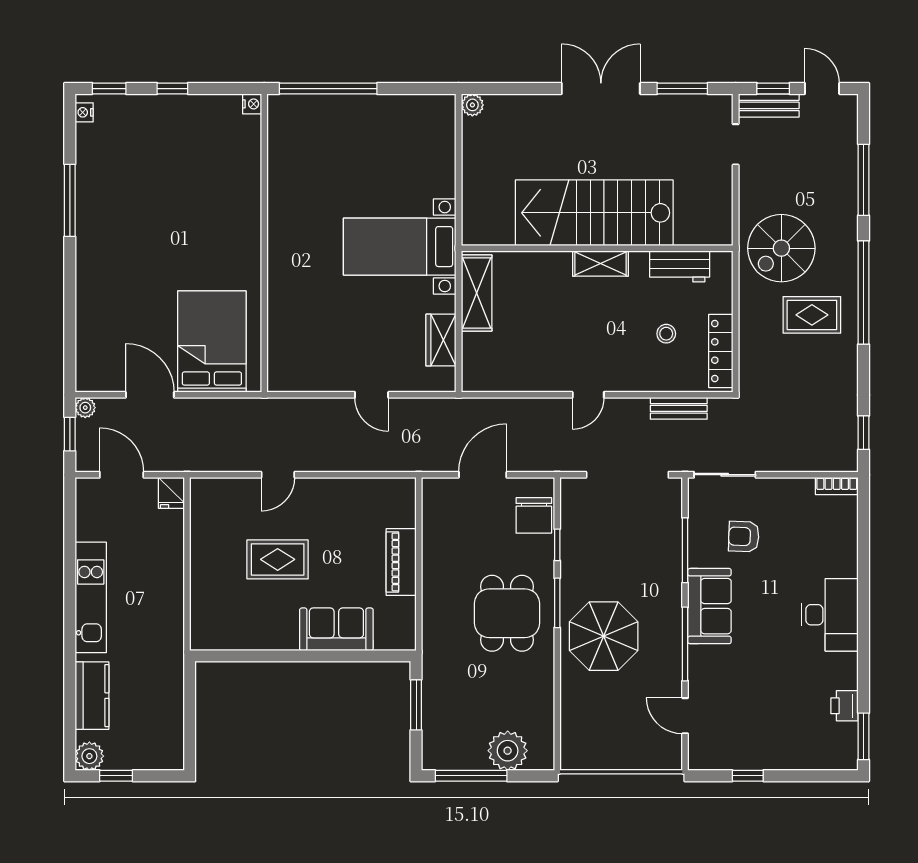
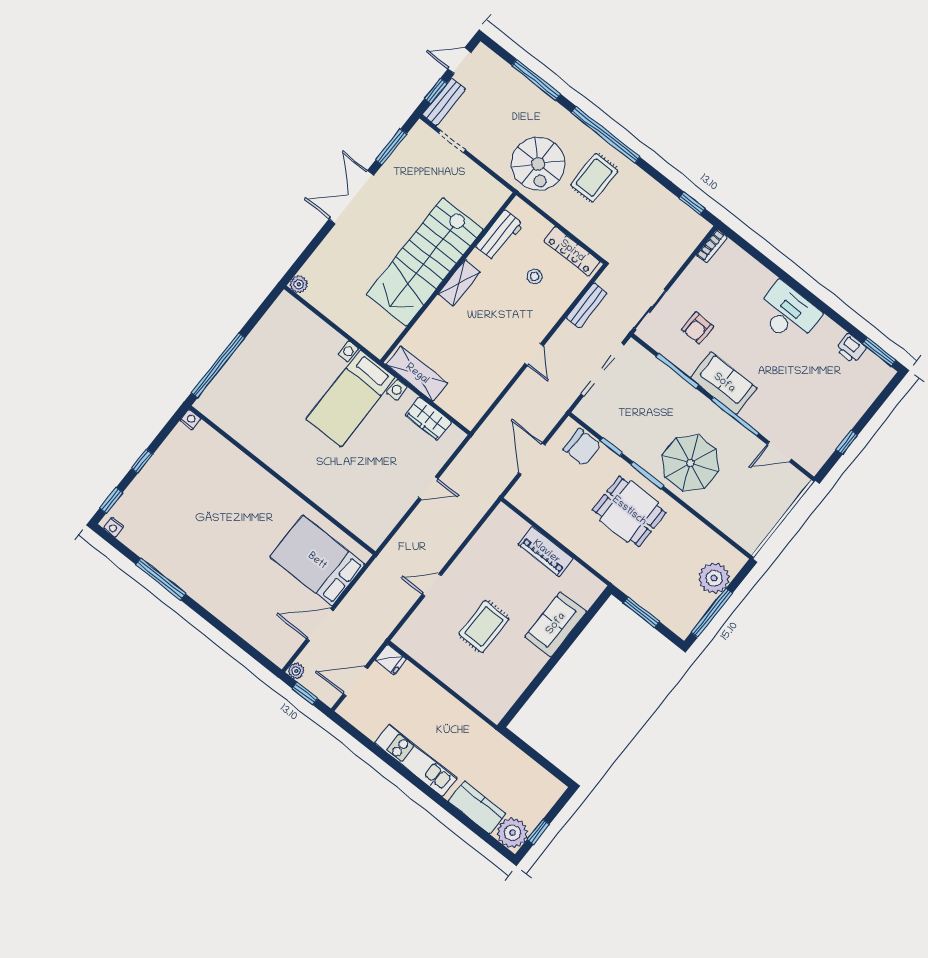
door: (278, 475) -> (432, 585), swing flipped
plant: (89, 756) -> (512, 833), width x1.36, depth x1.36

